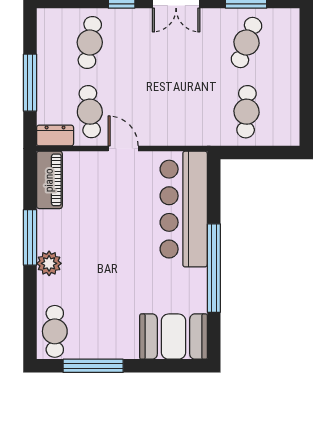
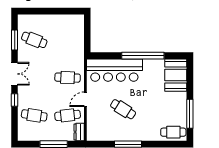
cafe table: (246, 112) -> (68, 78), moved
piano: (49, 180) -> (100, 135), removed
cafe table: (102, 227) -> (123, 109), added
plant: (49, 263) -> (141, 135), removed

